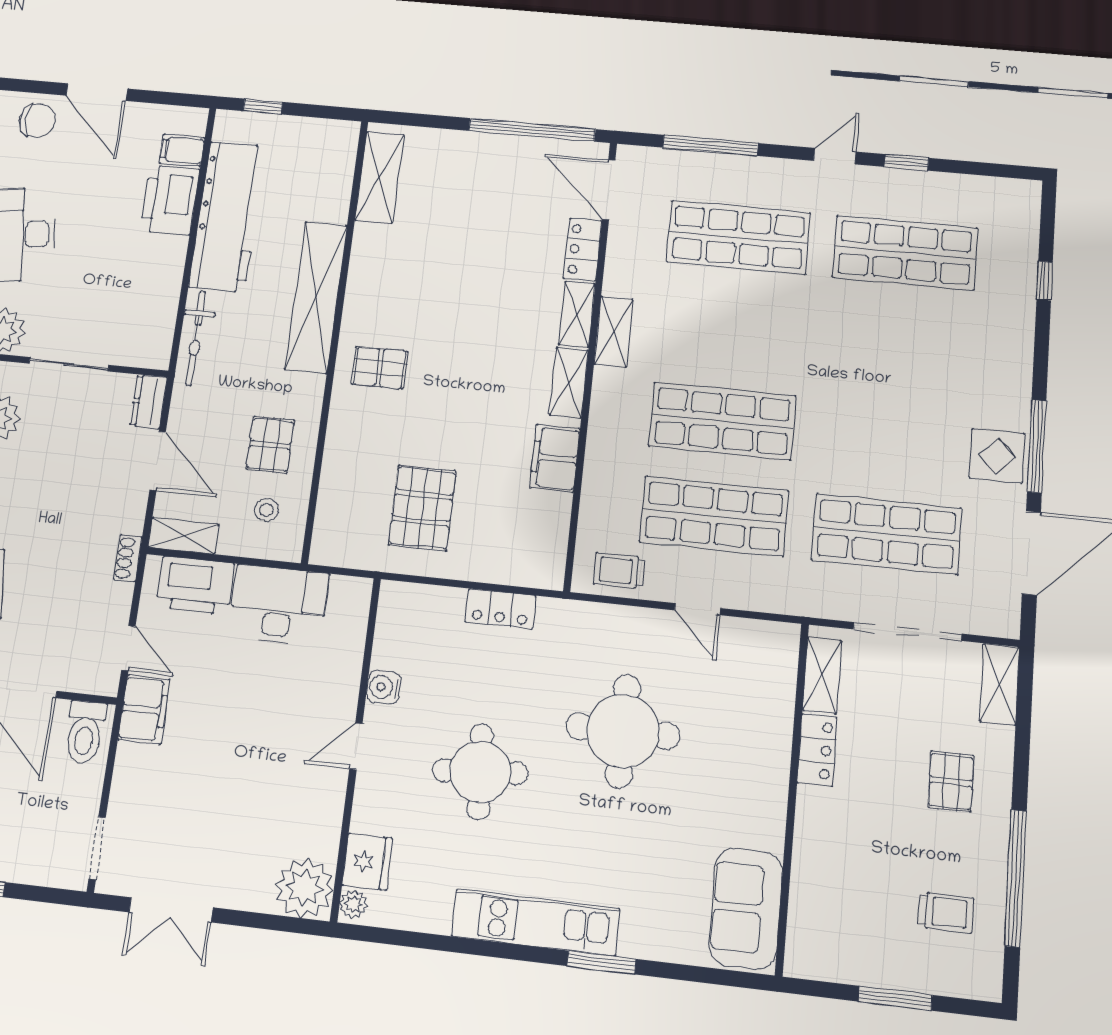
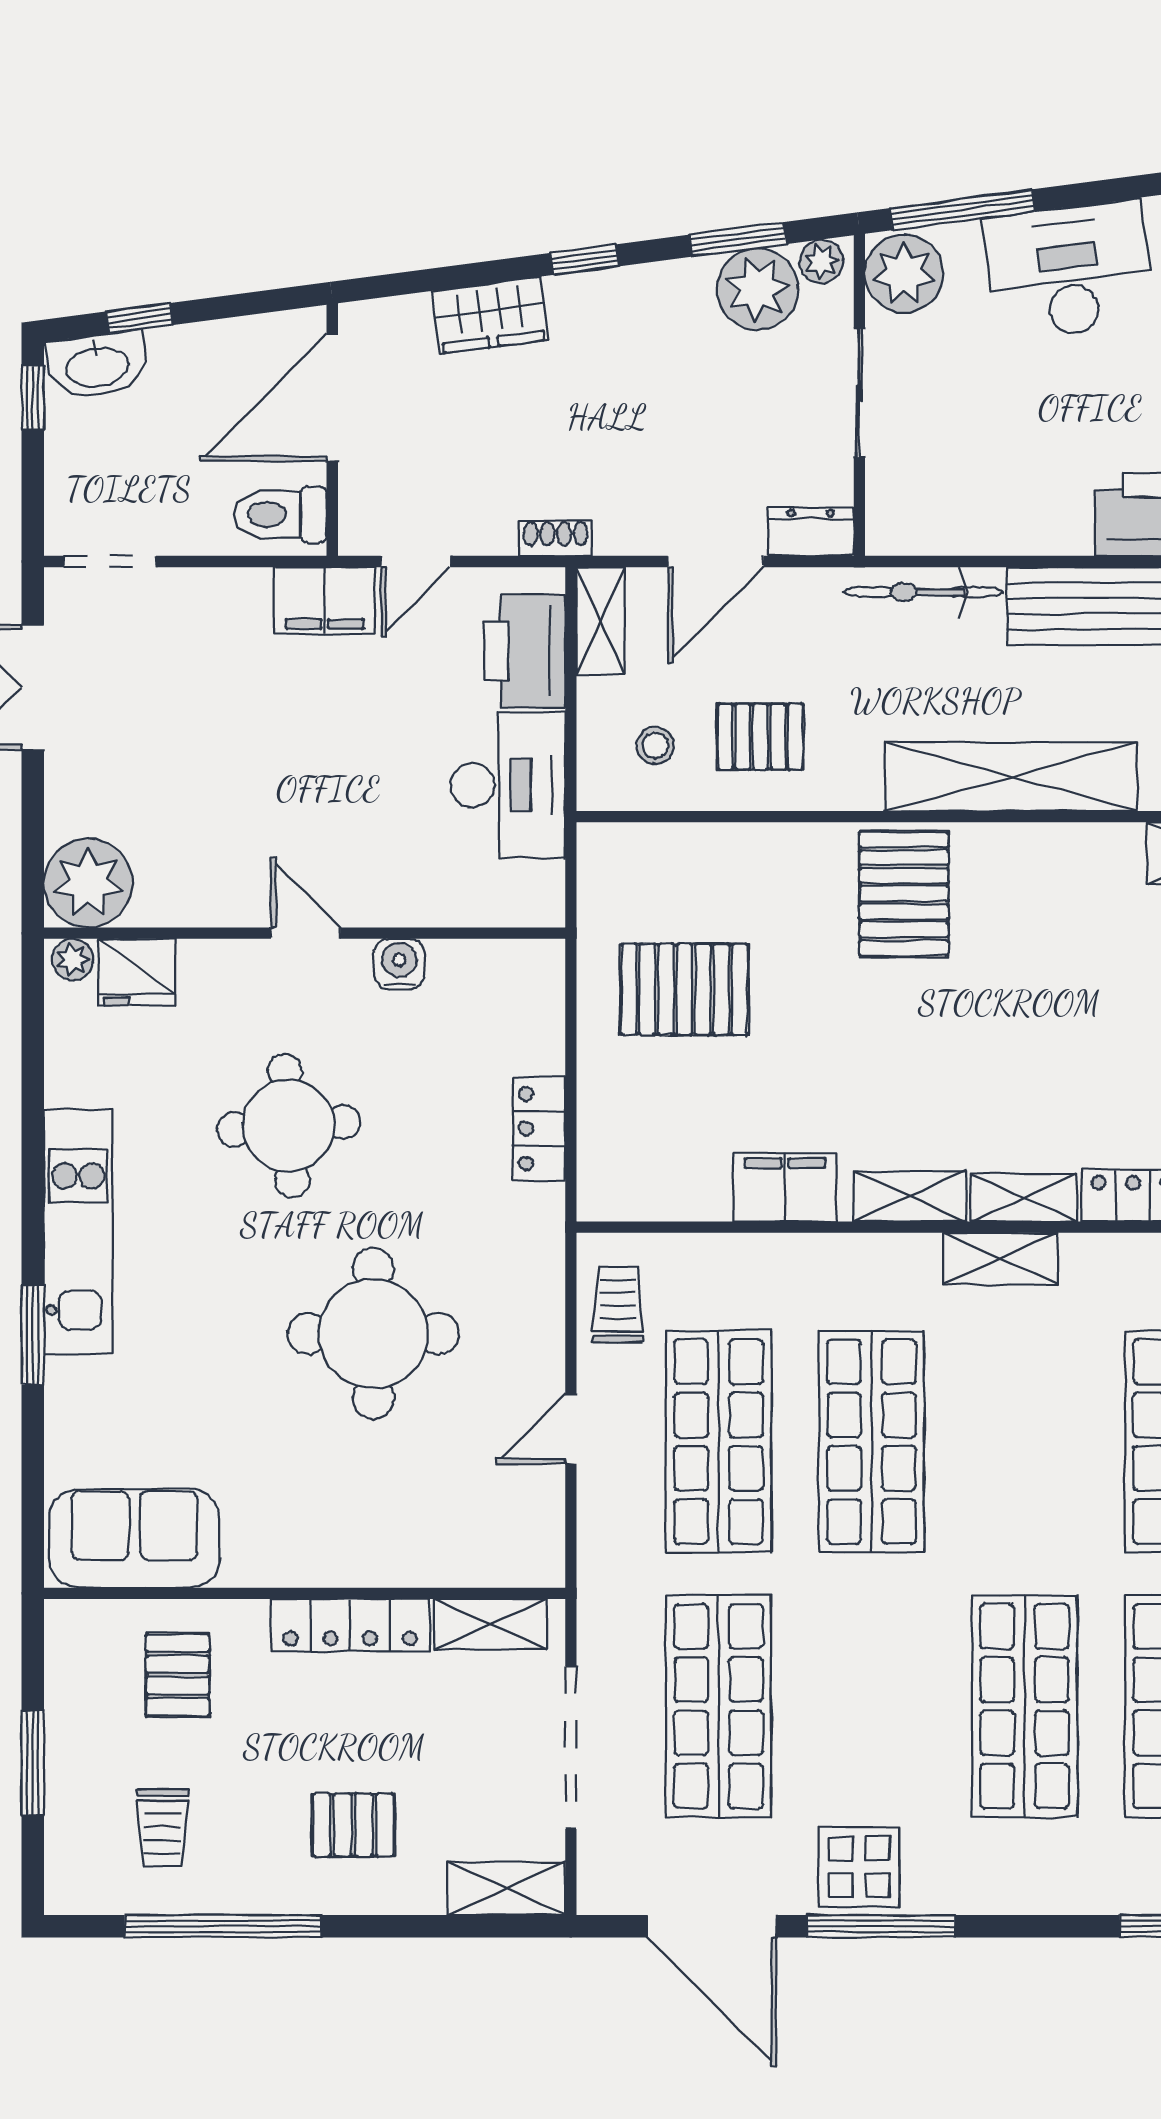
shop shelf: (899, 344) -> (1025, 1706), added
pallet: (379, 368) -> (904, 894), width x1.50, depth x1.42
locker: (817, 750) -> (350, 1625), width x1.53
pallet: (841, 889) -> (178, 1675), added

